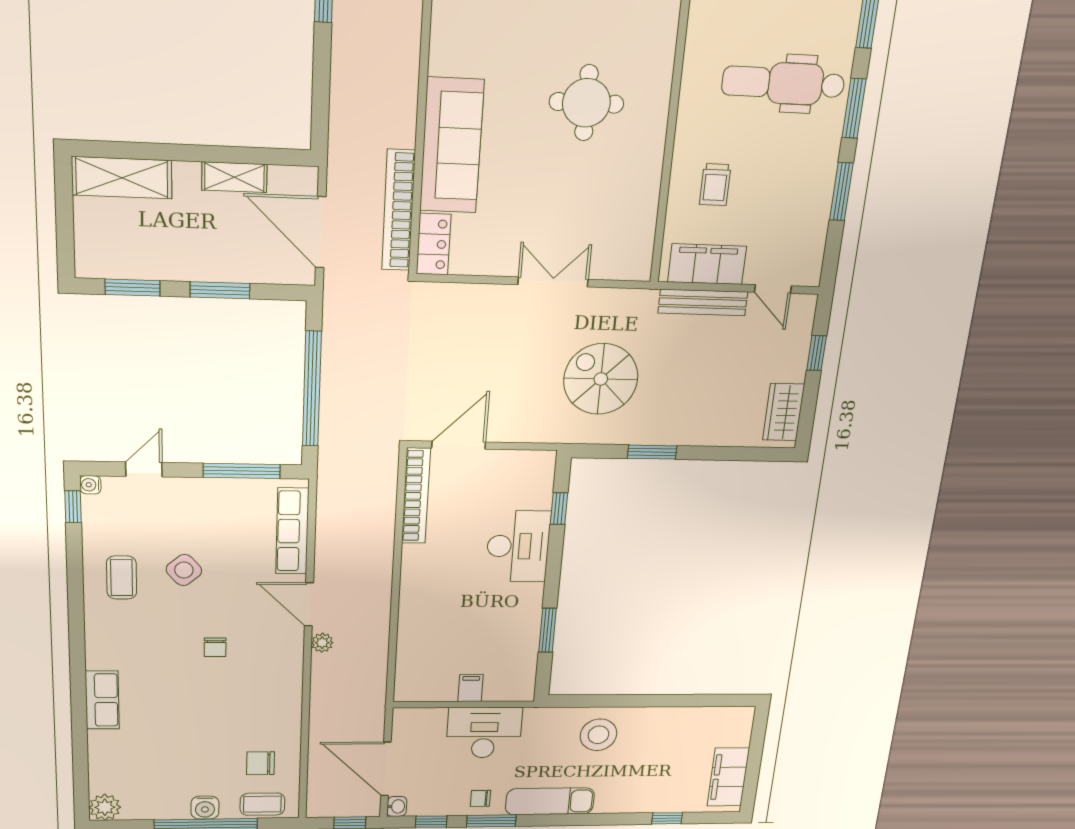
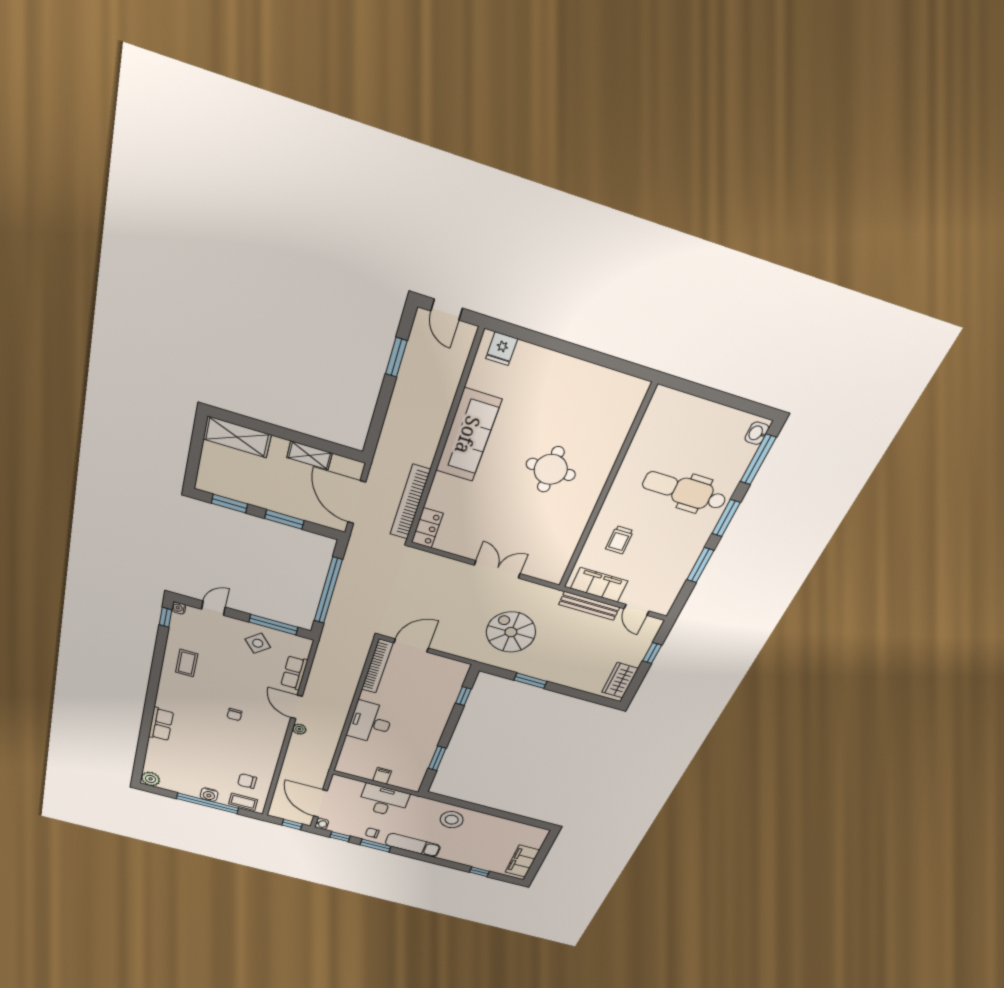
sofa: (452, 146) -> (468, 435), moved
row of seats: (292, 531) -> (294, 673), width x0.68
desk: (518, 546) -> (370, 722), moved, turned 180
side table: (184, 570) -> (258, 643), moved

